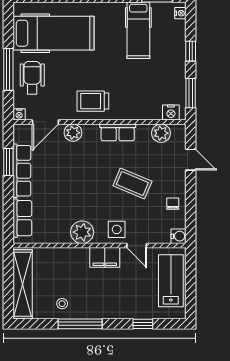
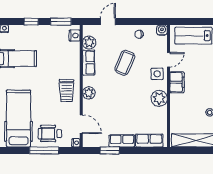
row of seats: (118, 132) -> (89, 63), moved
plant: (73, 133) -> (89, 93), moved
row of seats: (22, 171) -> (122, 141), width x0.68

